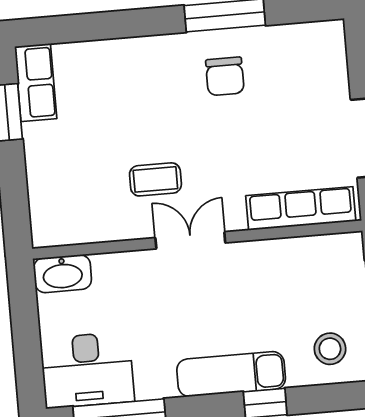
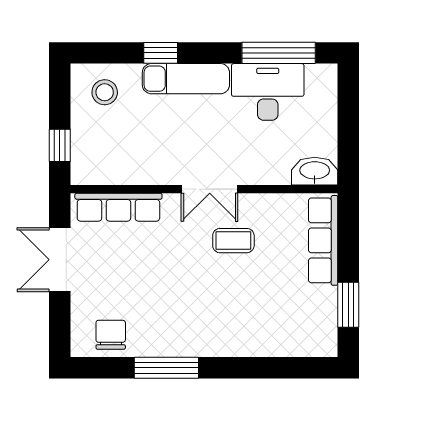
chair: (225, 76) -> (111, 335), moved
row of seats: (36, 83) -> (323, 240), moved, width x1.48
desk: (87, 370) -> (268, 92), moved

